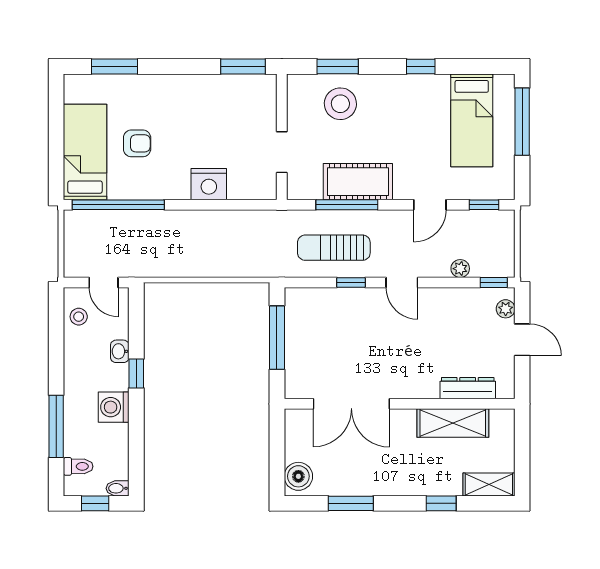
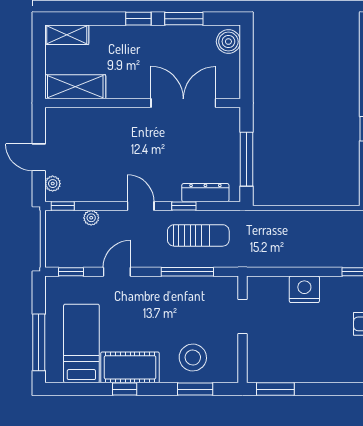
cot: (358, 182) -> (130, 367), moved
dresser: (468, 388) -> (205, 193), moved, turned 180
shelving: (453, 423) -> (75, 87), moved
window: (441, 503) -> (138, 19), moved

